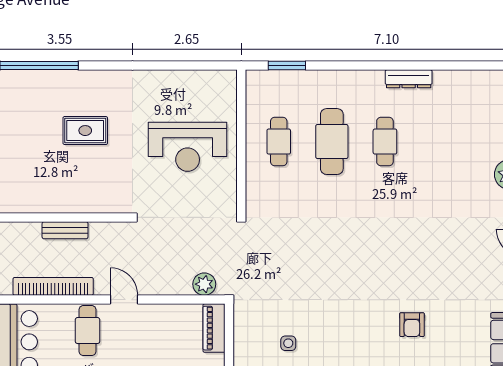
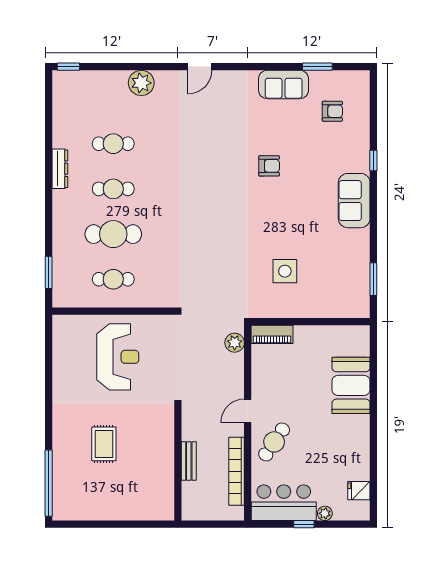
cafe table: (438, 142) -> (113, 144), added
cafe table: (87, 331) -> (274, 442), turned -56
side table: (288, 343) -> (285, 271), width x1.87, depth x1.87

